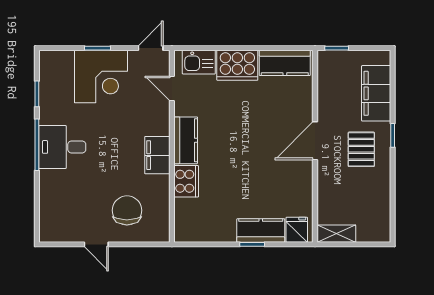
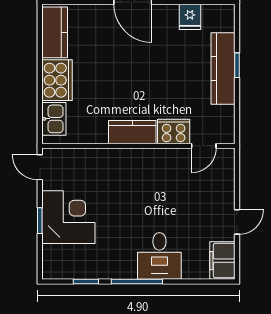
door: (172, 89) -> (204, 146), moved
desk: (62, 147) -> (159, 256), moved
filing cabinet: (157, 155) -> (222, 261), moved, turned 90
chair: (127, 210) -> (203, 191), removed
kitchen counter: (261, 230) -> (223, 69), width x1.50
fridge: (297, 230) -> (190, 17), moved, turned -90

